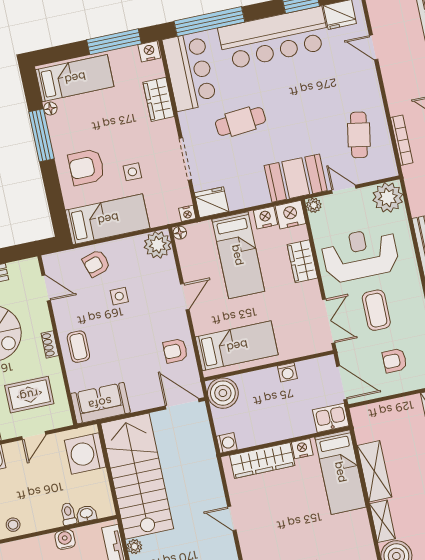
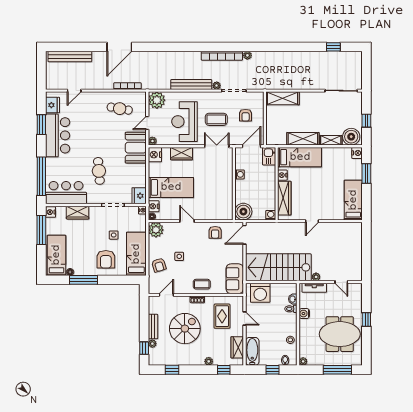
bar counter: (274, 38) -> (58, 135), width x0.73
nightstand: (265, 218) -> (154, 206), moved
bed: (237, 346) -> (219, 199), removed

